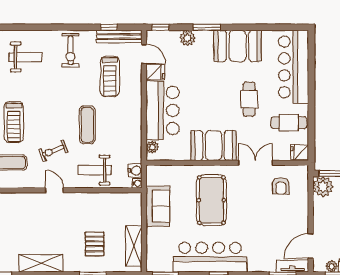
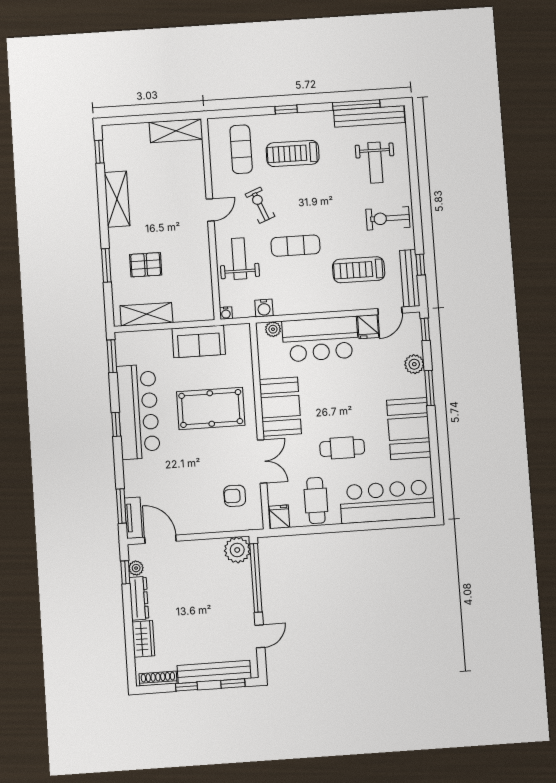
water cooler: (135, 171) -> (264, 308), moved

